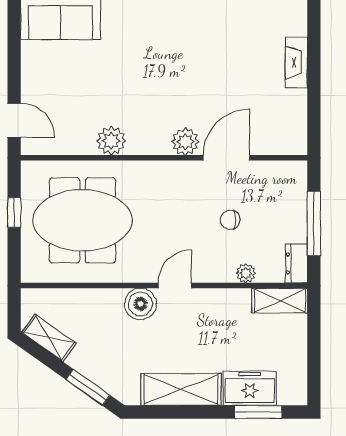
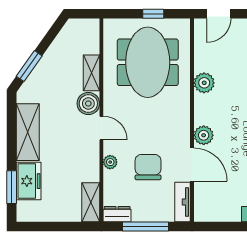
tv unit: (279, 171) -> (183, 202), added
chair: (230, 220) -> (148, 167), width x1.87, depth x1.87
plant: (246, 273) -> (110, 162), moved
shelving: (49, 338) -> (91, 73), moved, turned -35

